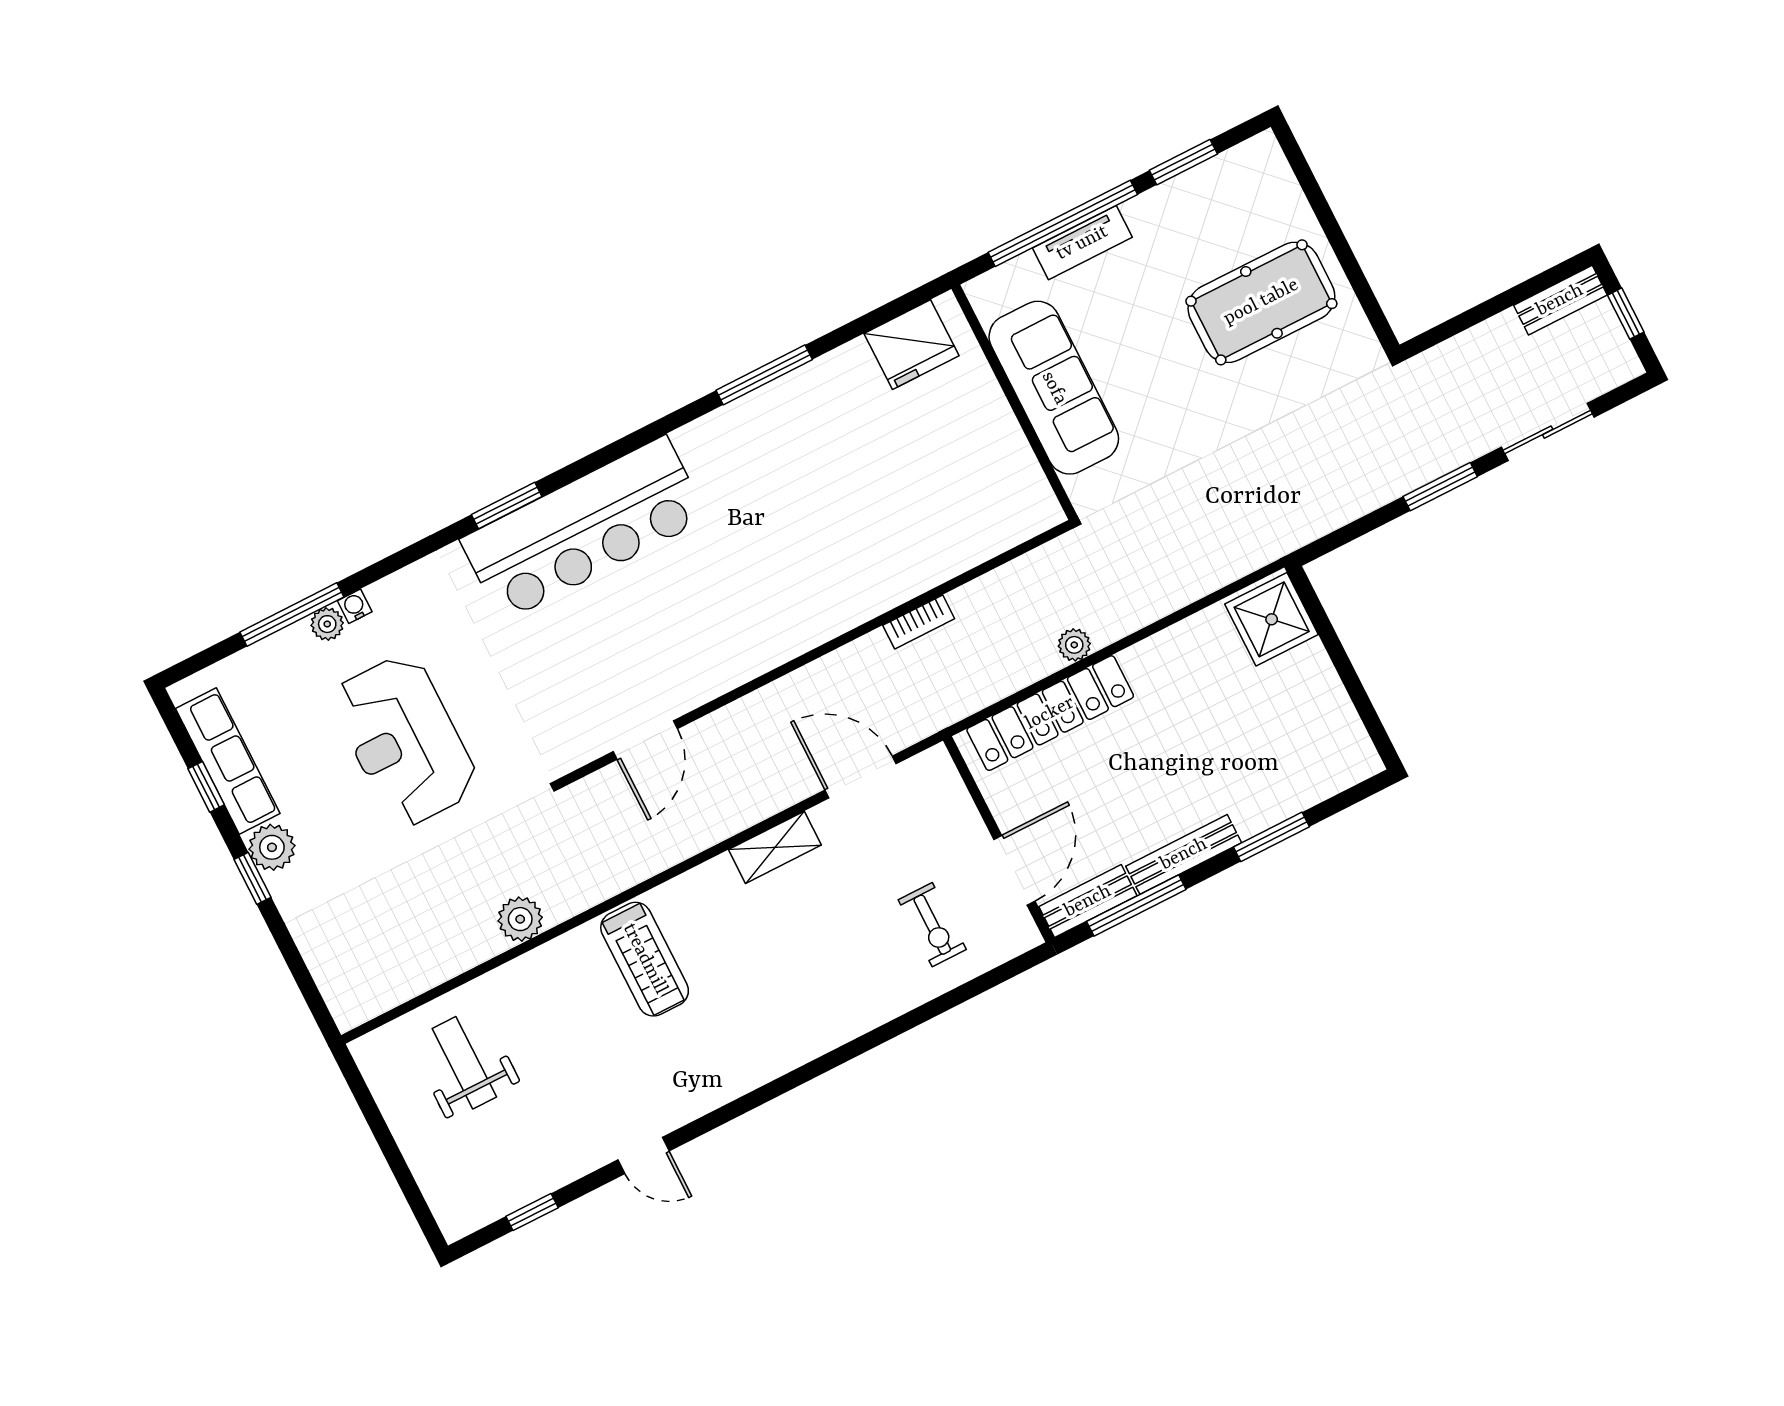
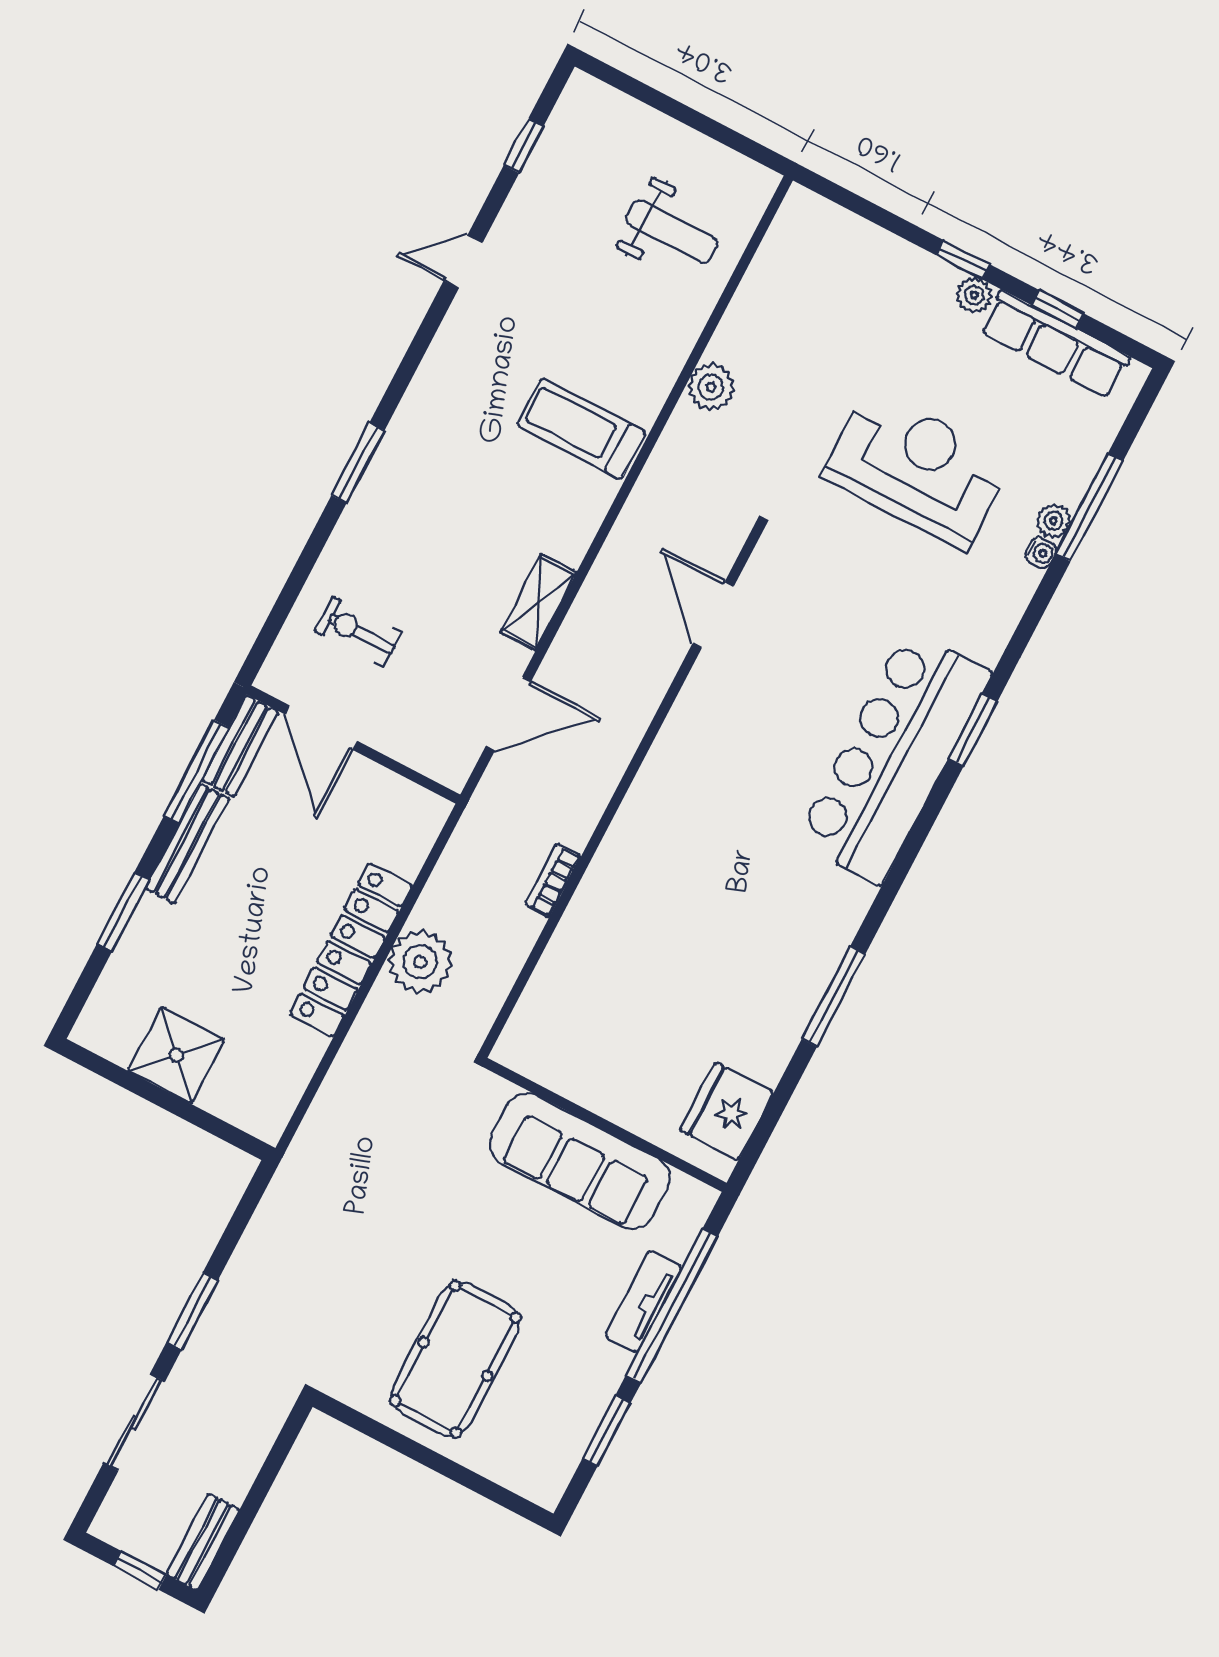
shower: (1272, 619) -> (176, 1055), moved
plant: (1074, 645) -> (420, 962), width x1.87, depth x1.87
locker: (1050, 713) -> (351, 950), moved
plant: (272, 847) -> (974, 295), width x0.73, depth x0.73
window: (838, 1057) -> (358, 463), added

